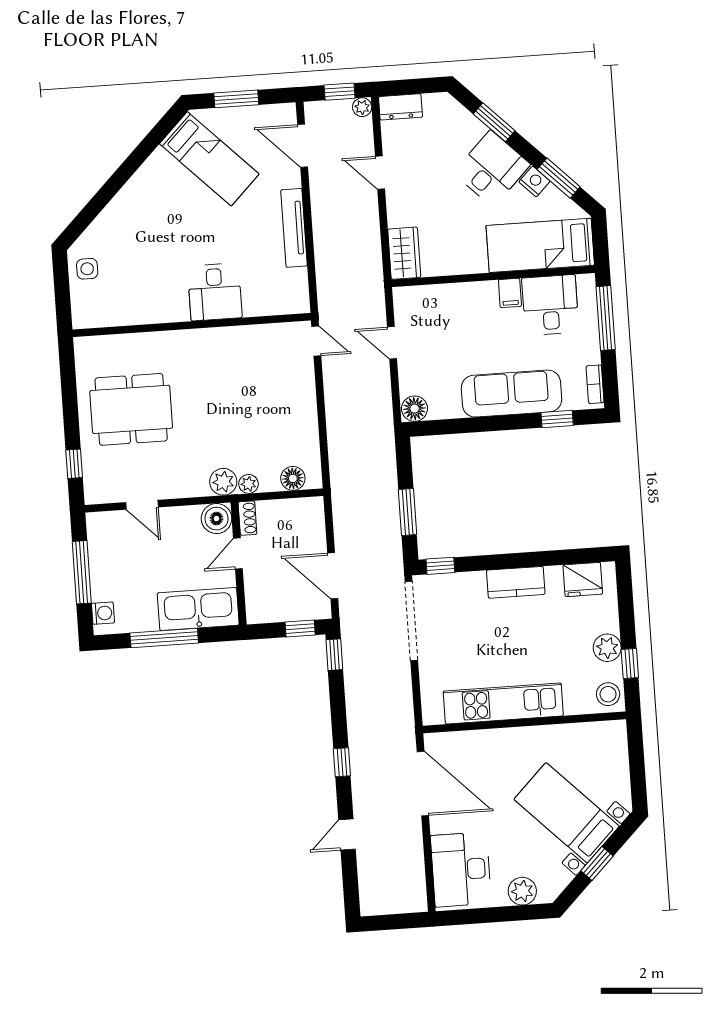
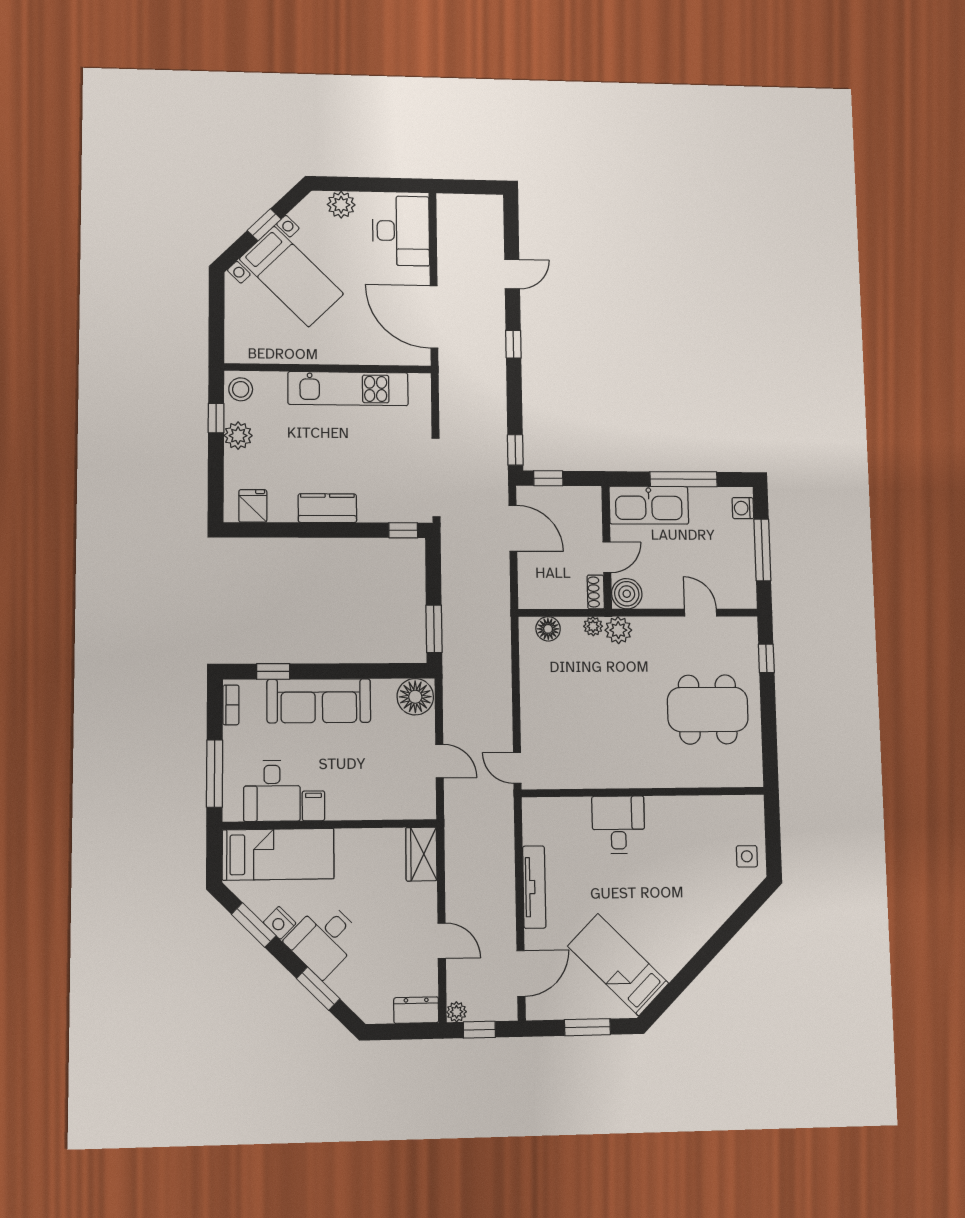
door: (303, 146) -> (521, 974), hinge flipped
floor lamp: (415, 409) -> (415, 697), width x1.38, depth x1.38
window: (408, 512) -> (434, 629), moved
fridge: (583, 579) -> (253, 506), width x0.72

